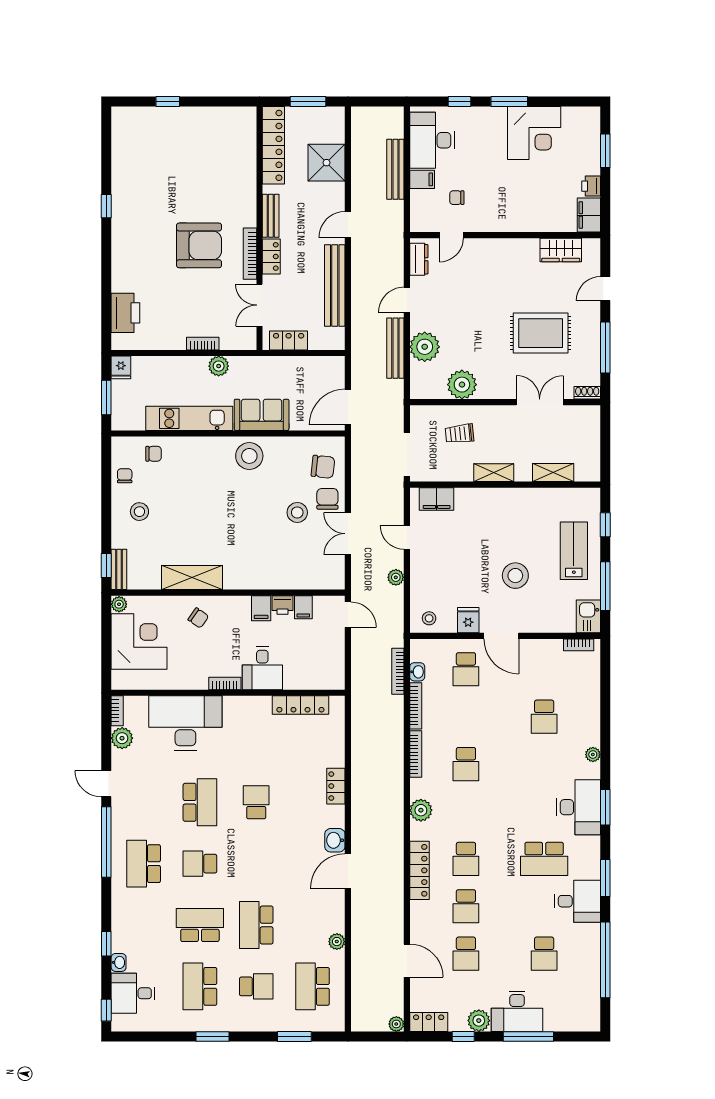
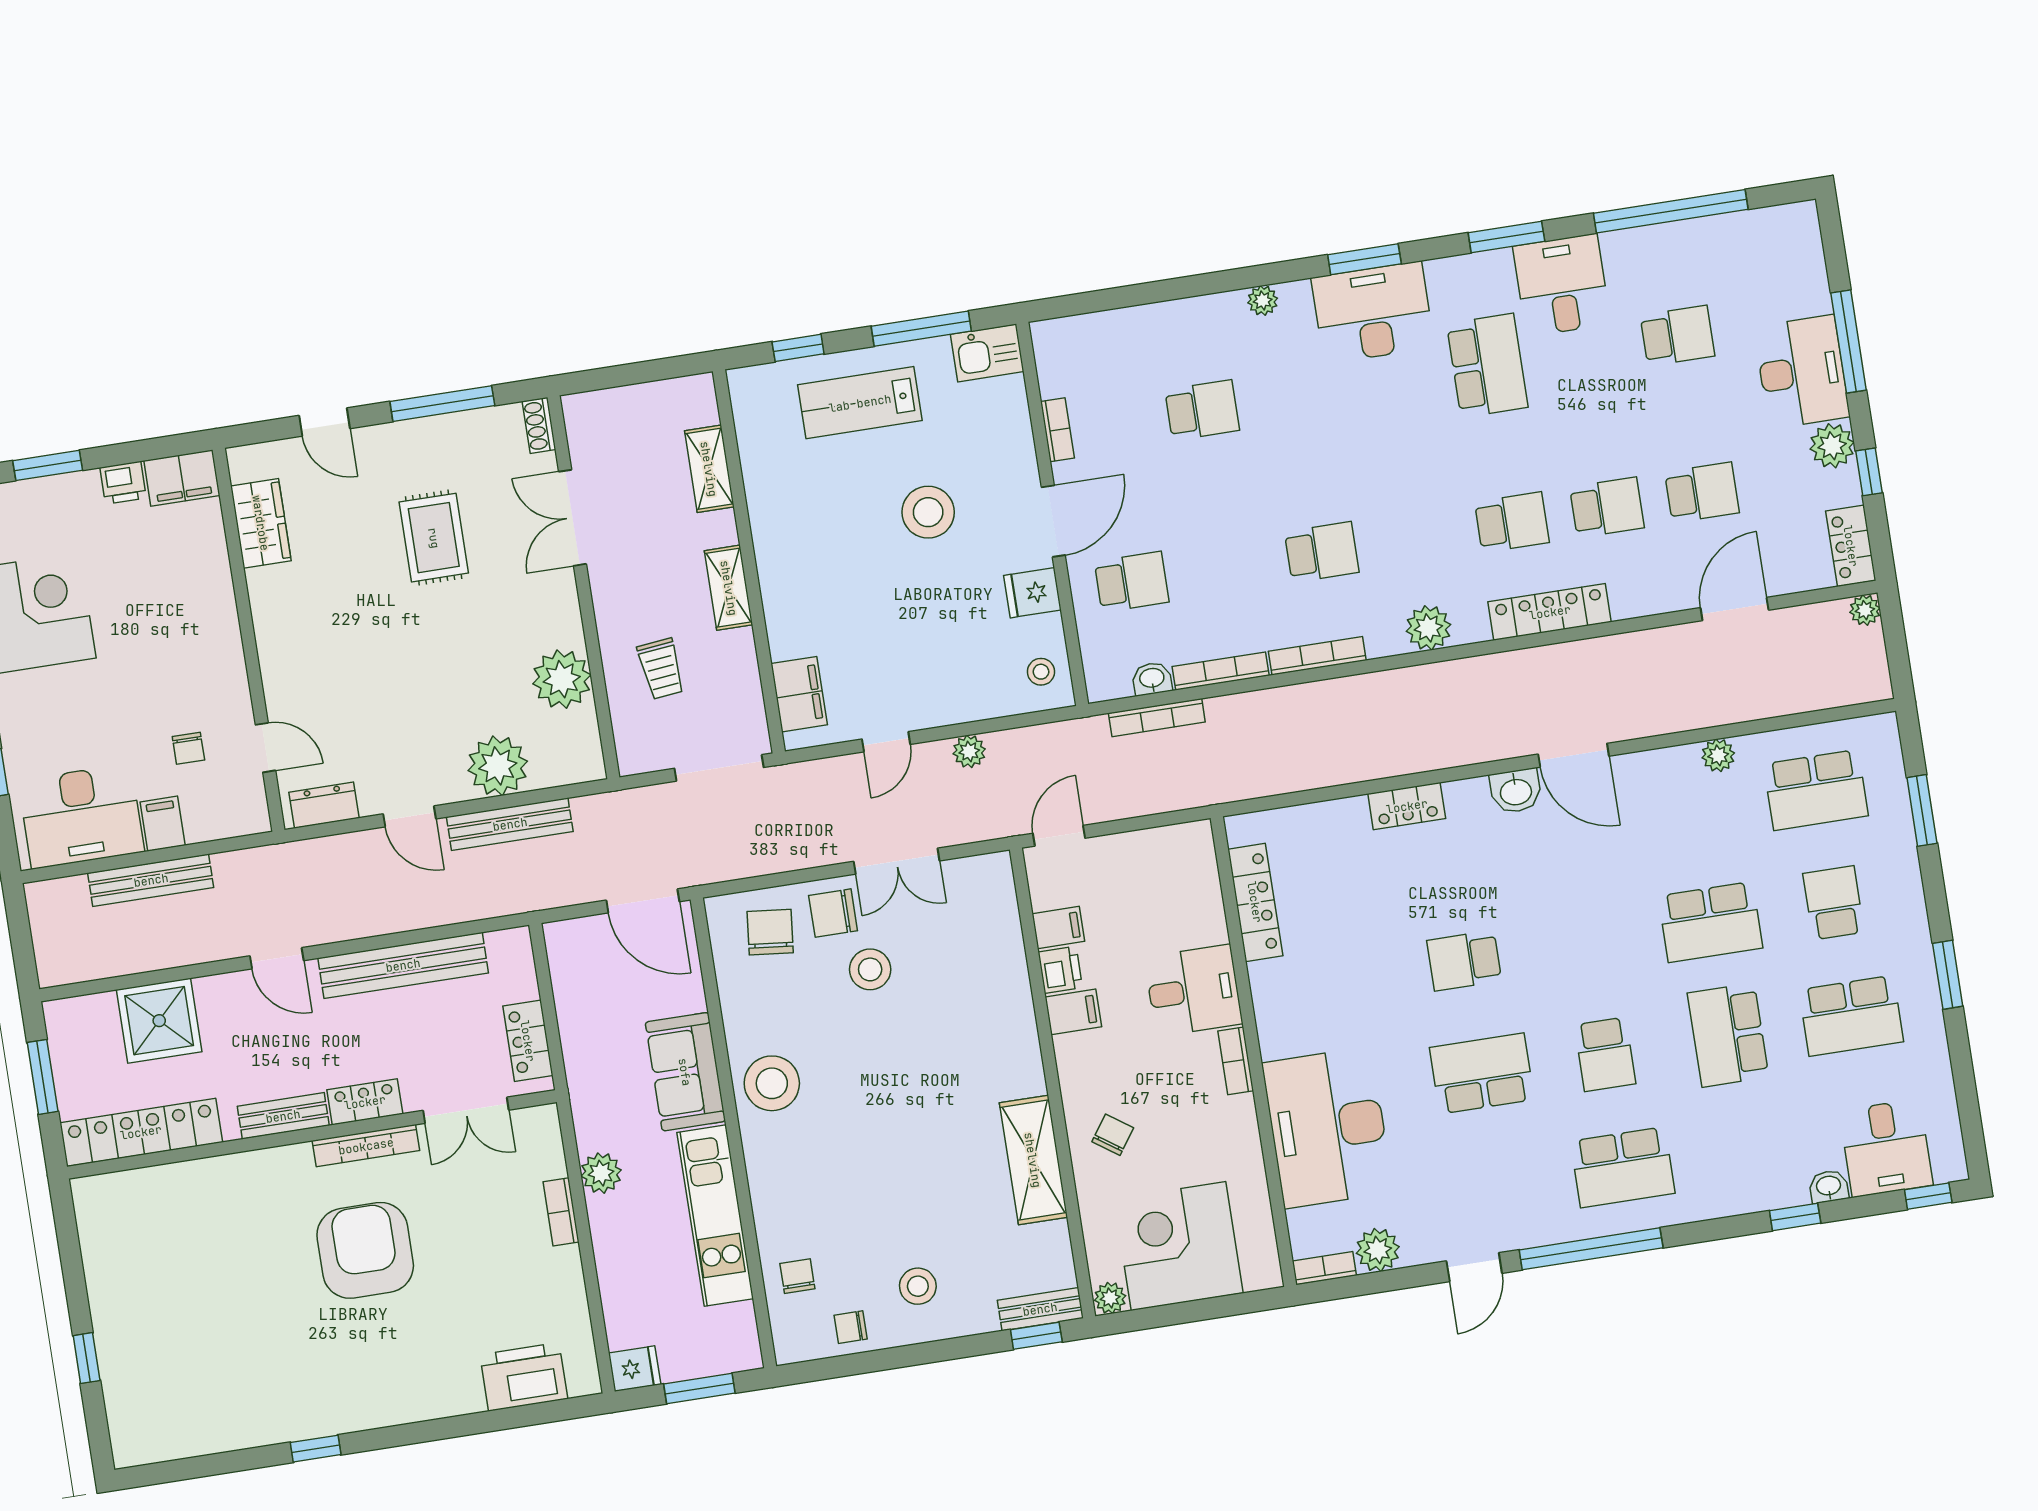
rug: (541, 333) -> (434, 538), width x0.73, depth x0.70
bookcase: (579, 645) -> (1057, 430), moved

